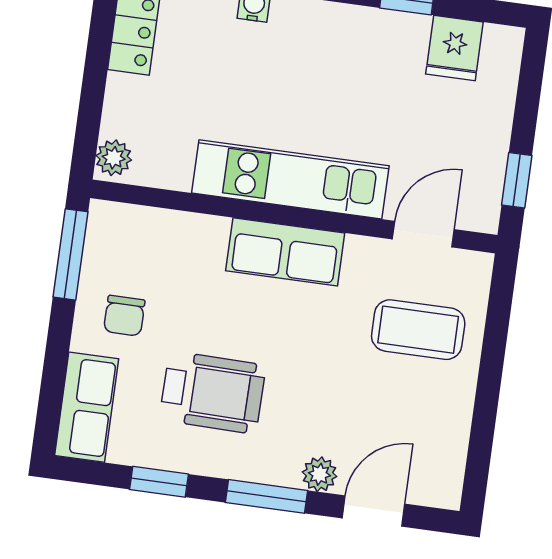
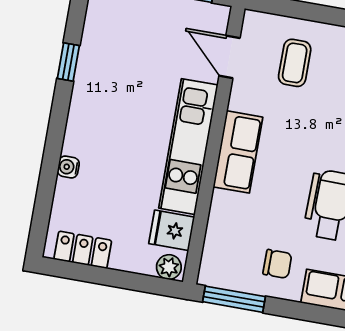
fridge: (454, 48) -> (172, 230), moved, turned 180
coffee table: (418, 330) -> (295, 63), width x0.73, depth x0.77

